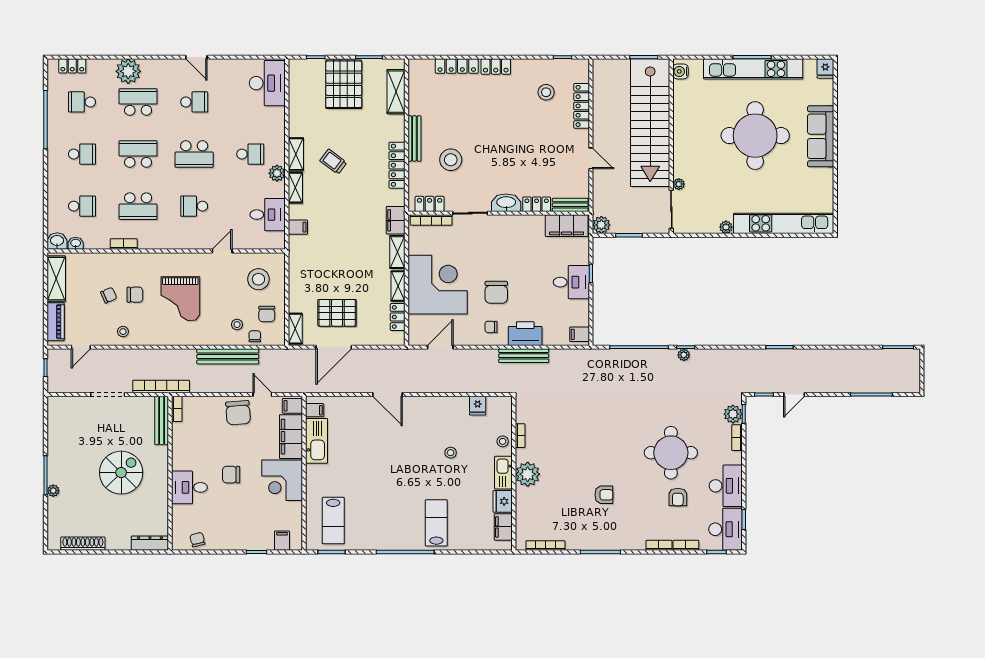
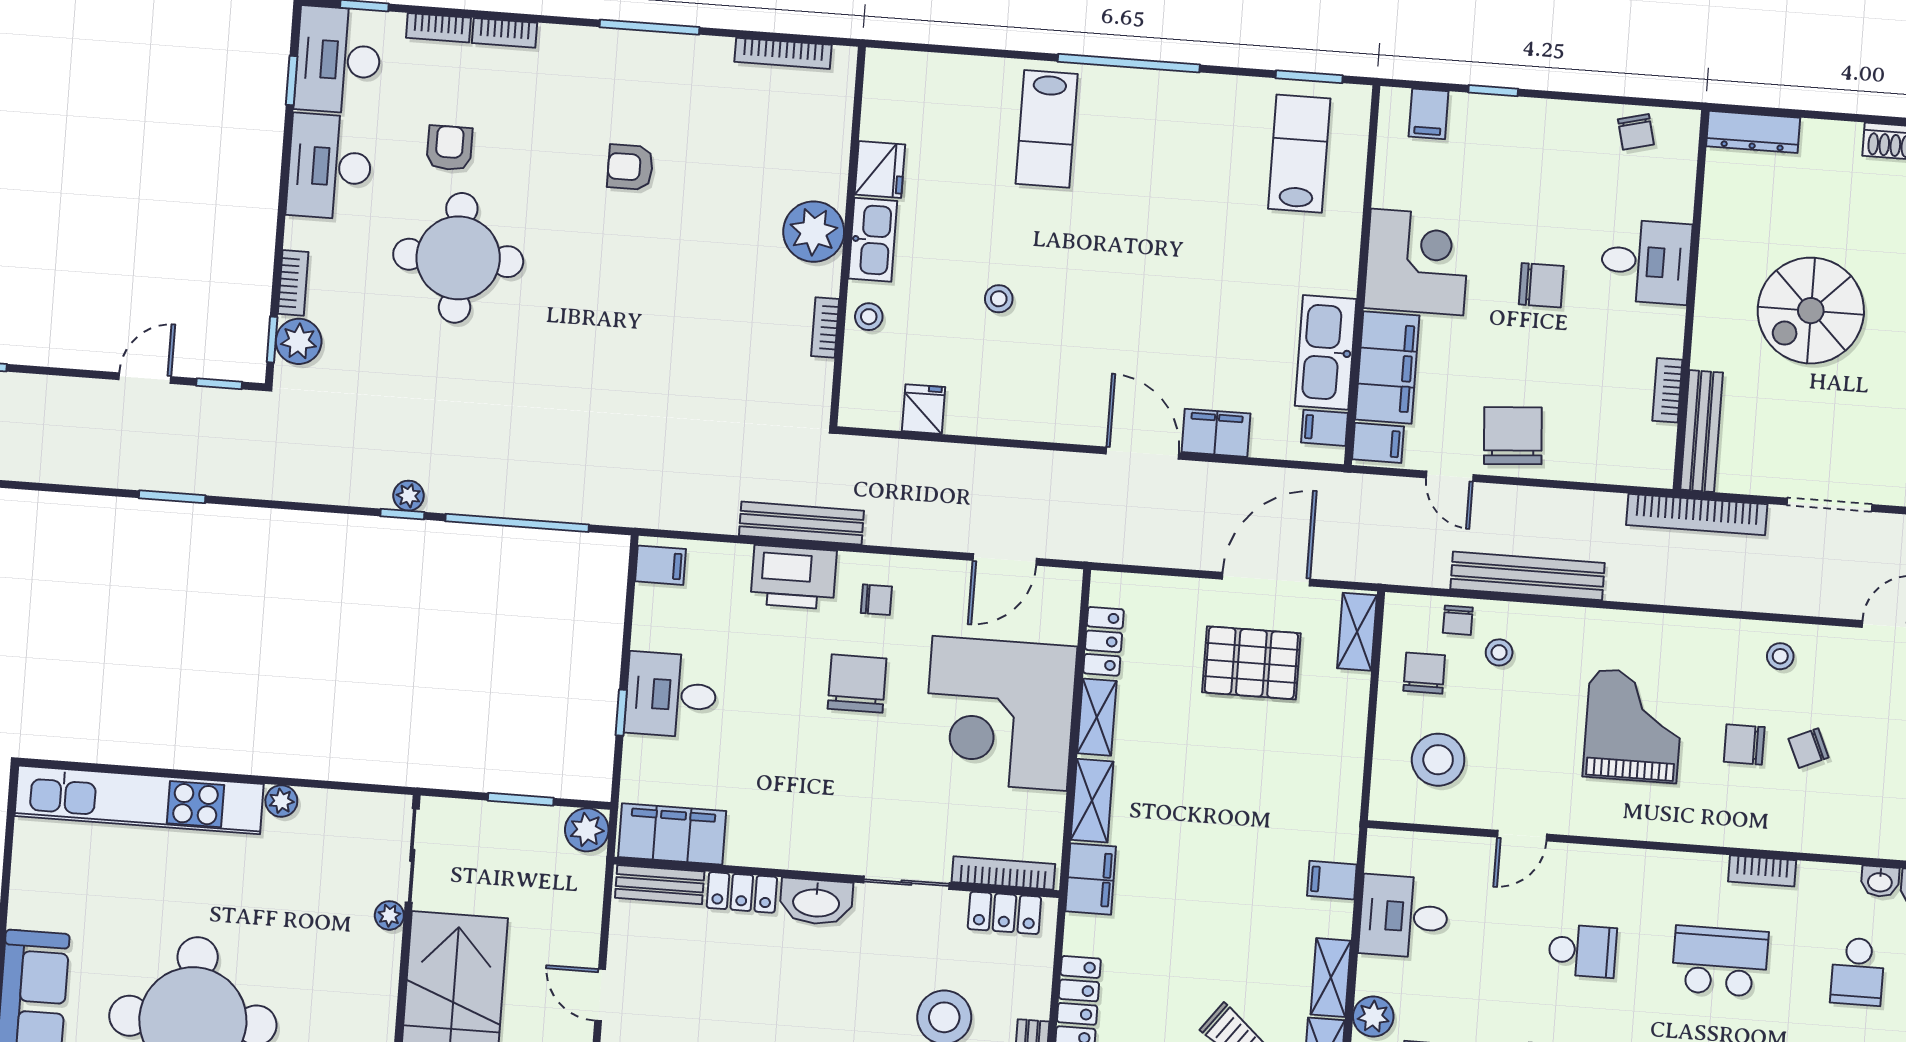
school desk: (82, 206) -> (1858, 972), turned -90
bookcase: (177, 409) -> (1667, 390), moved
filing cabinet: (503, 527) -> (1216, 433), moved, turned -90

